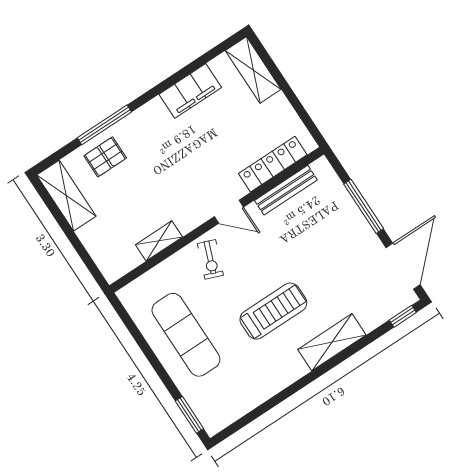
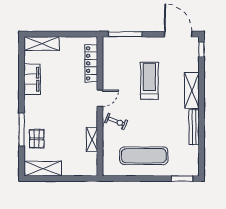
bench: (286, 190) -> (194, 127), moved
window: (364, 206) -> (125, 34), moved
treadmill: (273, 311) -> (149, 81), moved

